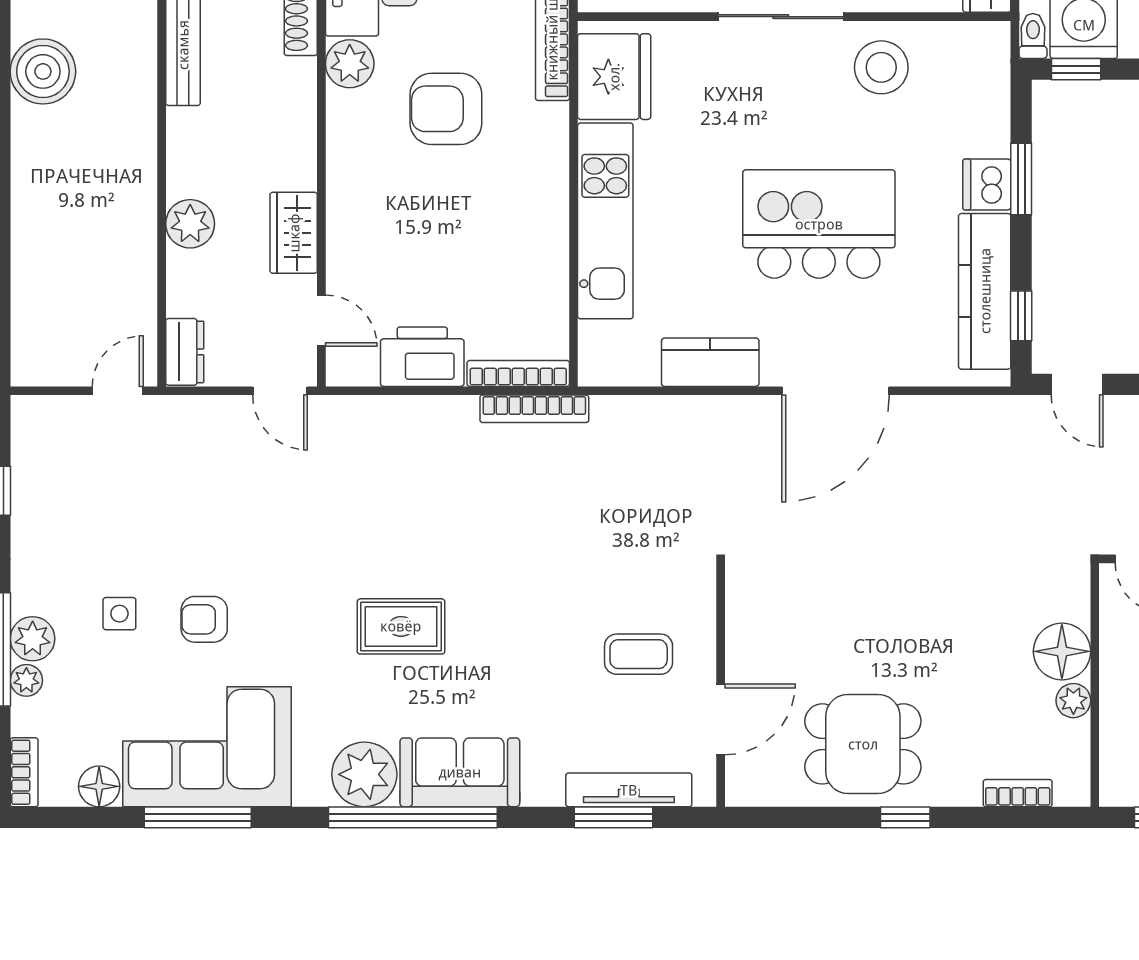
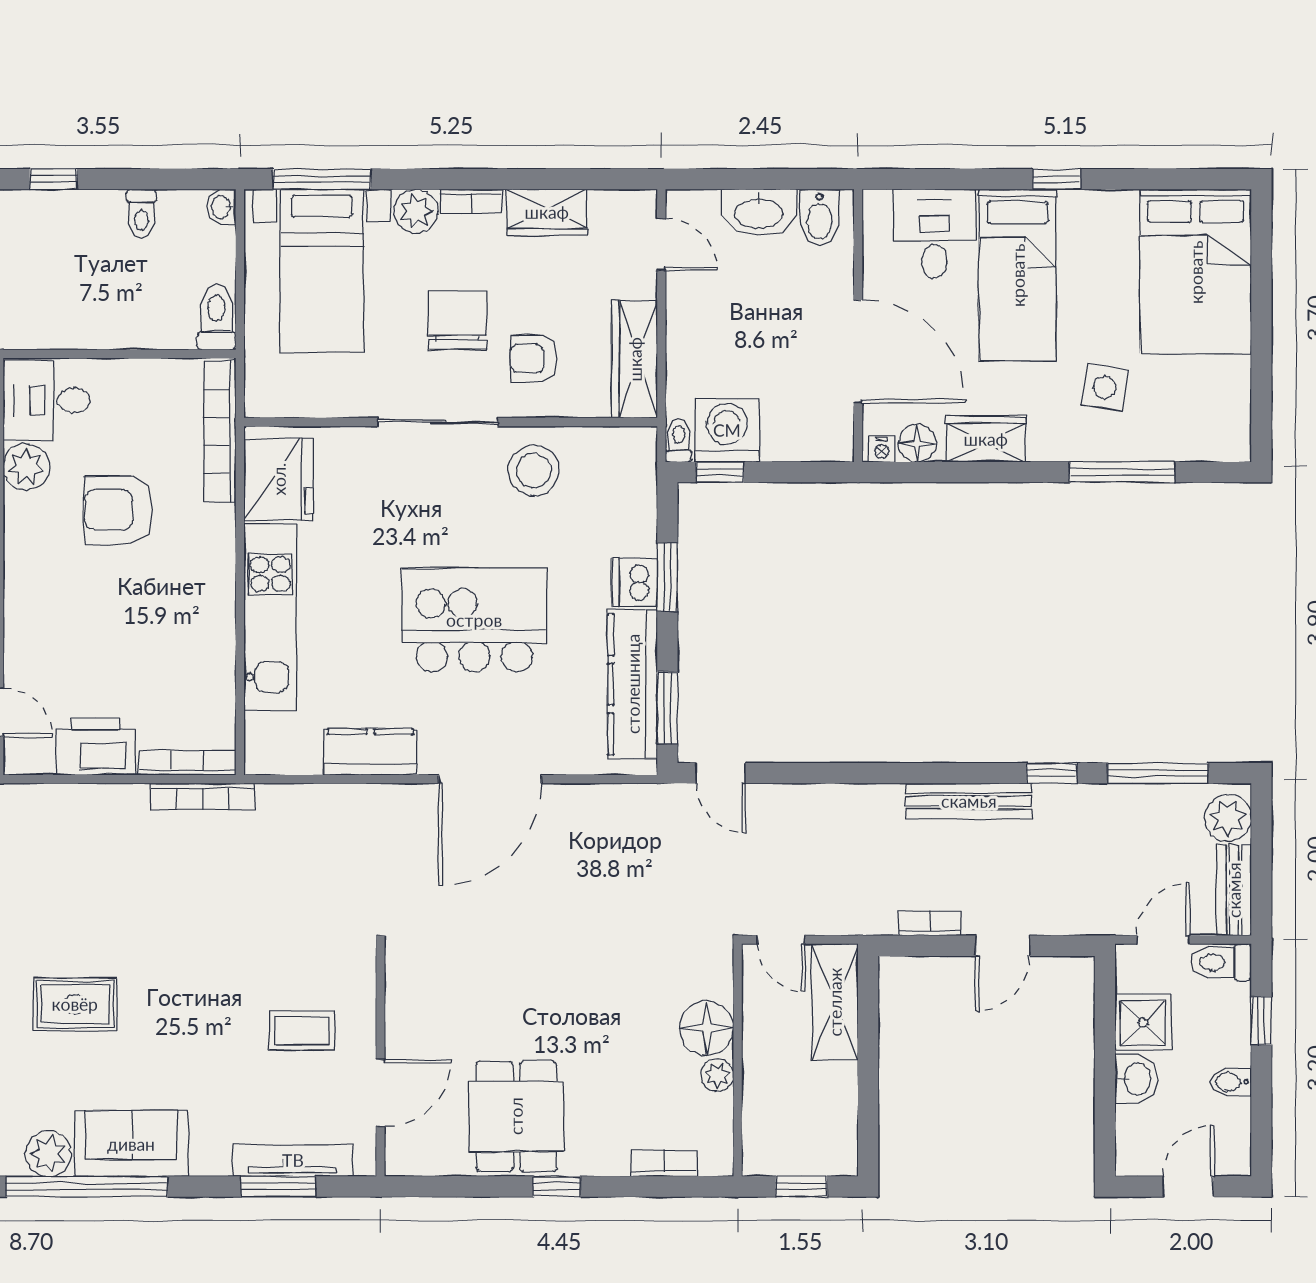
window: (1021, 316) -> (667, 708), width x1.50
dining table: (863, 744) -> (516, 1116), turned 90
plant: (364, 774) -> (48, 1154), width x0.73, depth x0.73

